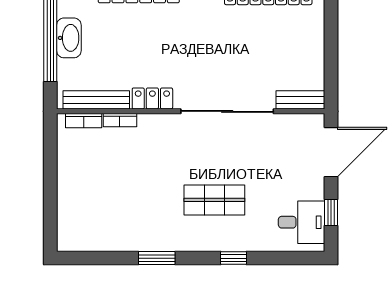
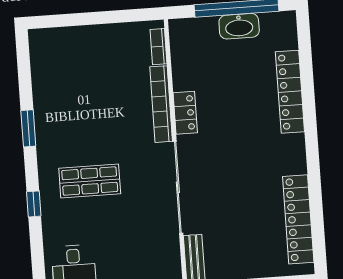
bench: (96, 100) -> (180, 58), removed
bookcase: (120, 120) -> (161, 104), width x2.31, depth x1.31
shop shelf: (214, 200) -> (90, 181), turned 90

